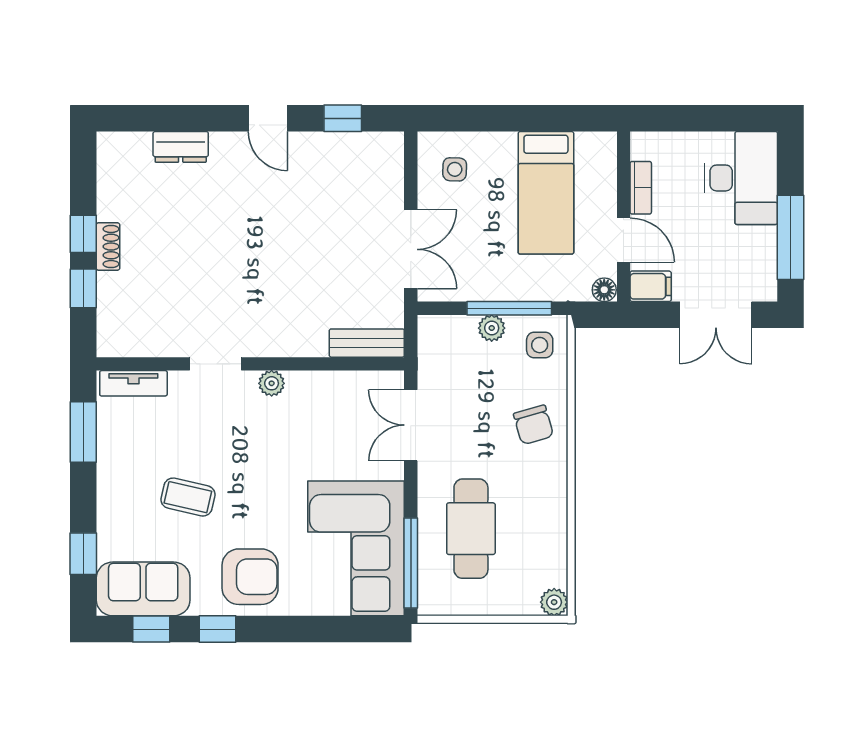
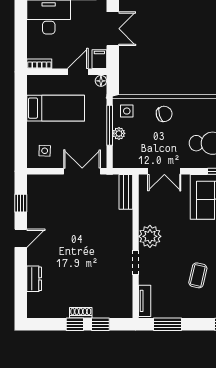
bookcase: (641, 188) -> (39, 64), moved
plant: (272, 383) -> (150, 236), width x1.88, depth x1.88

